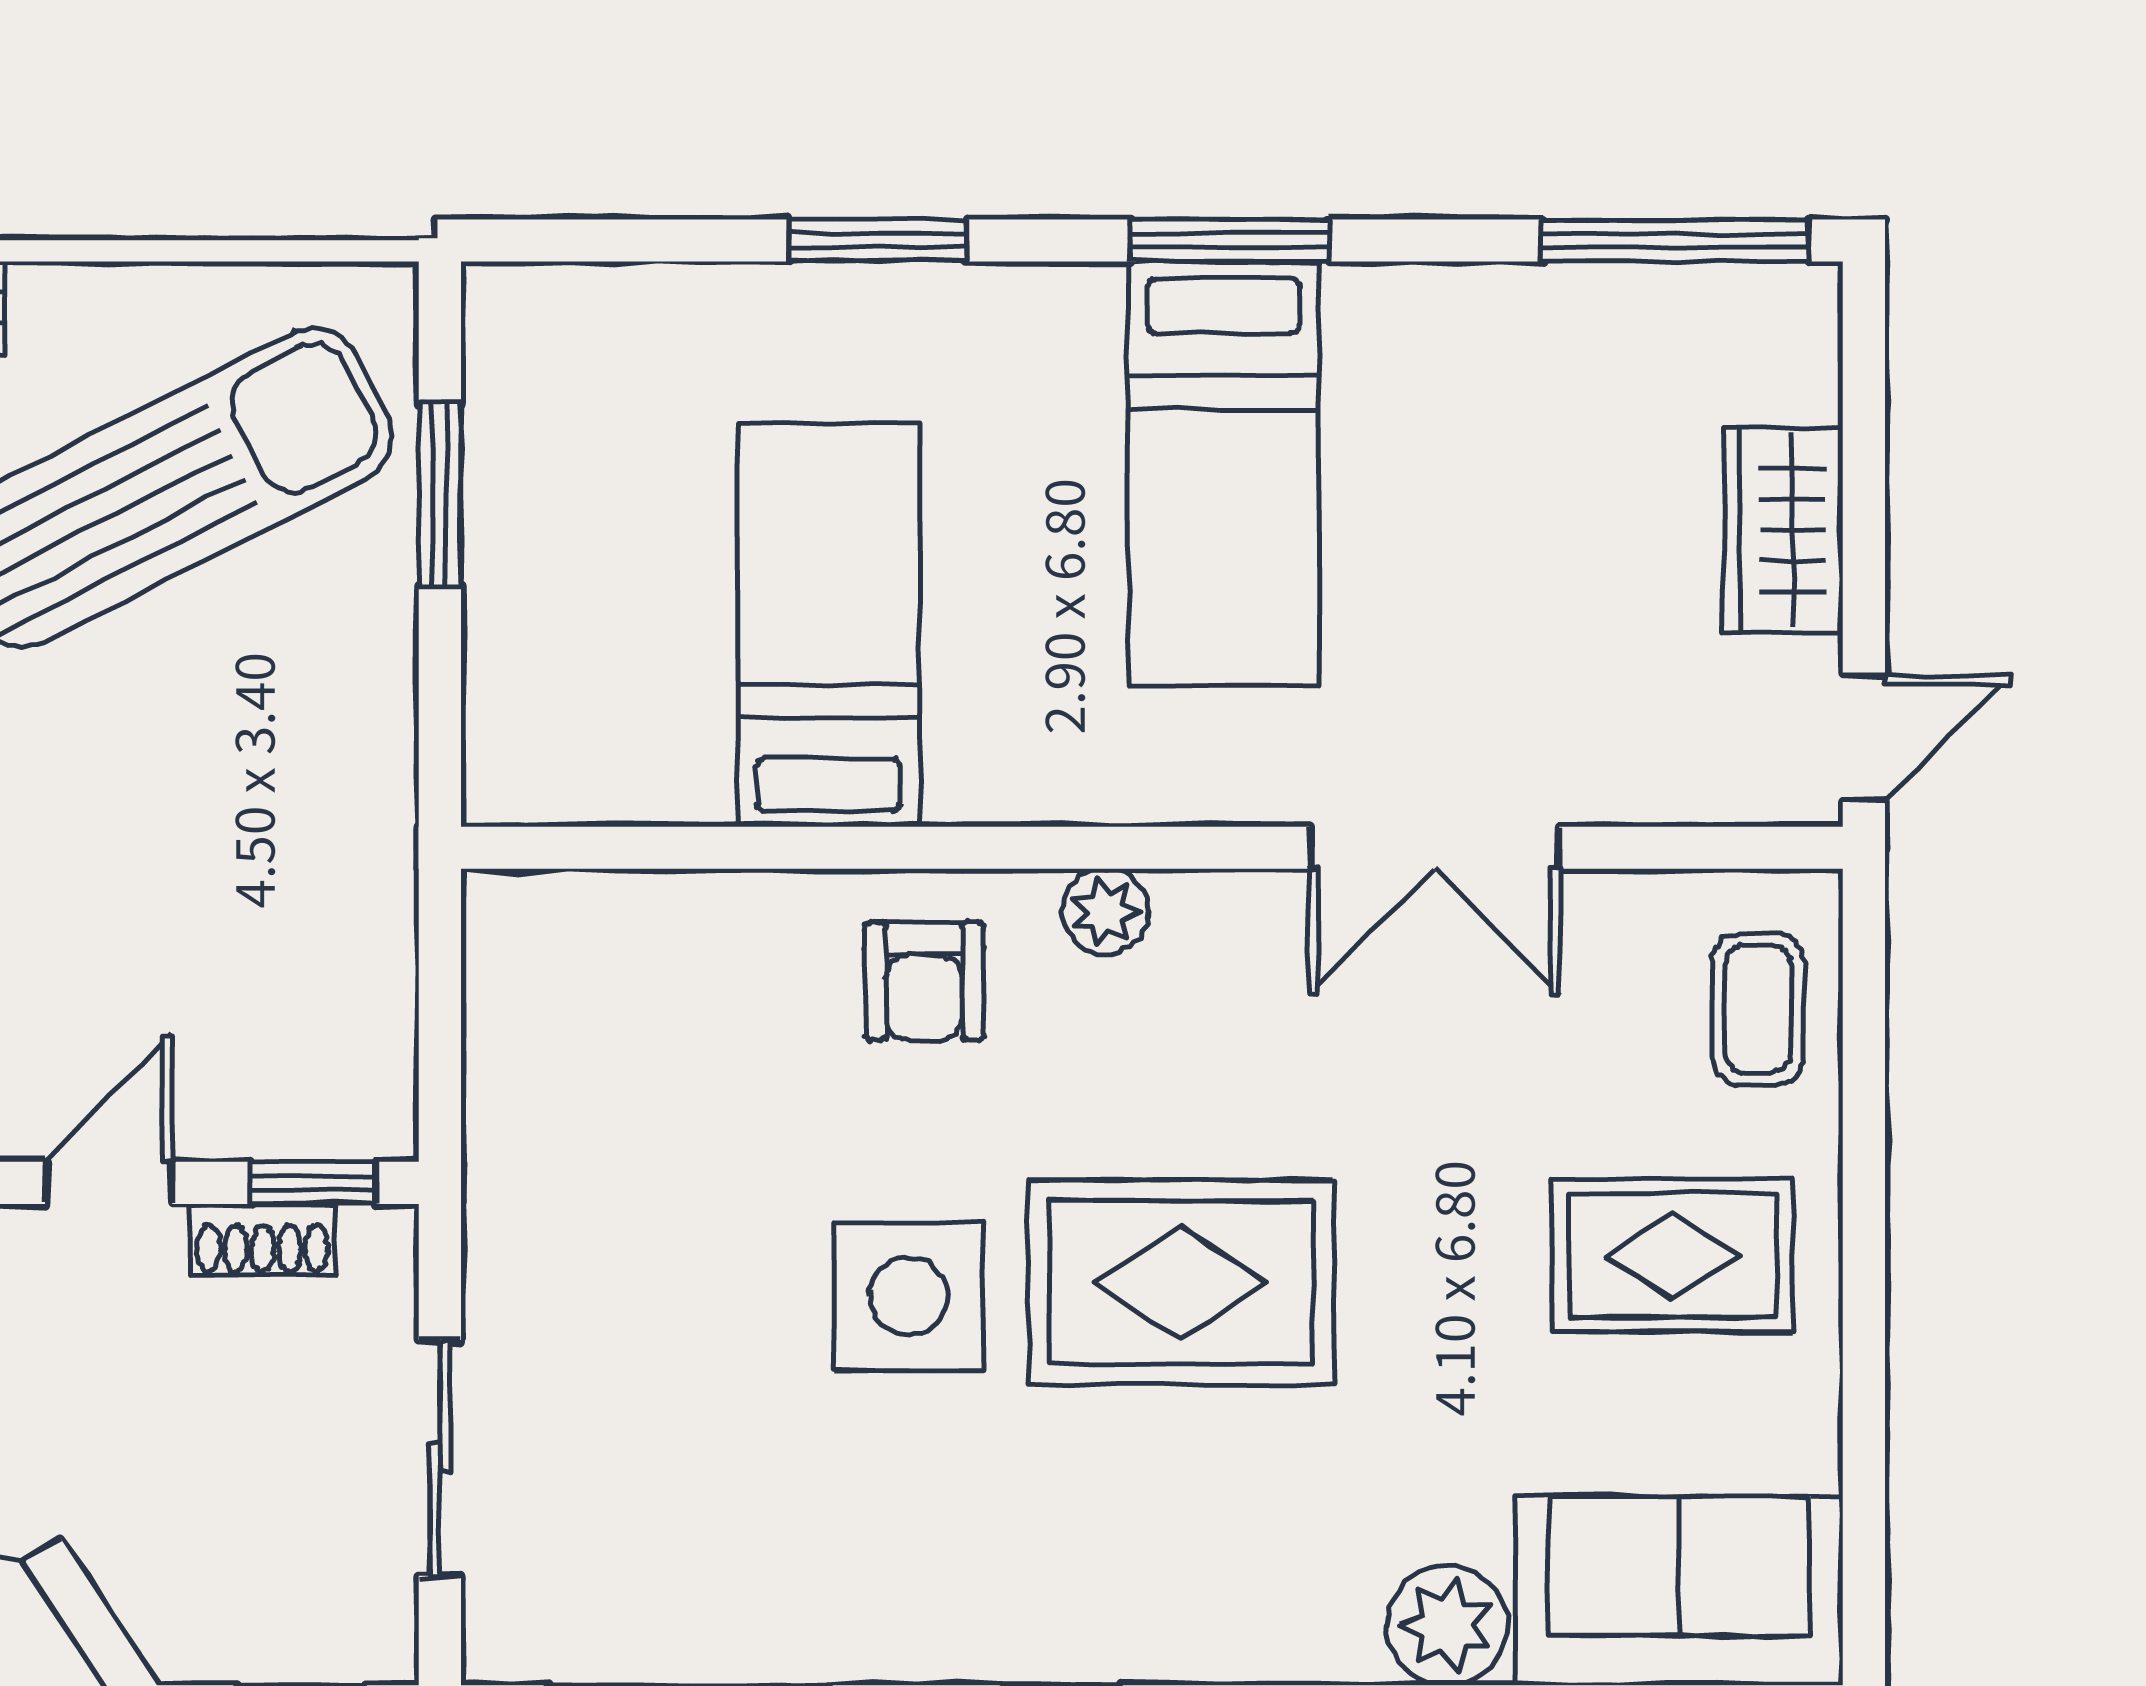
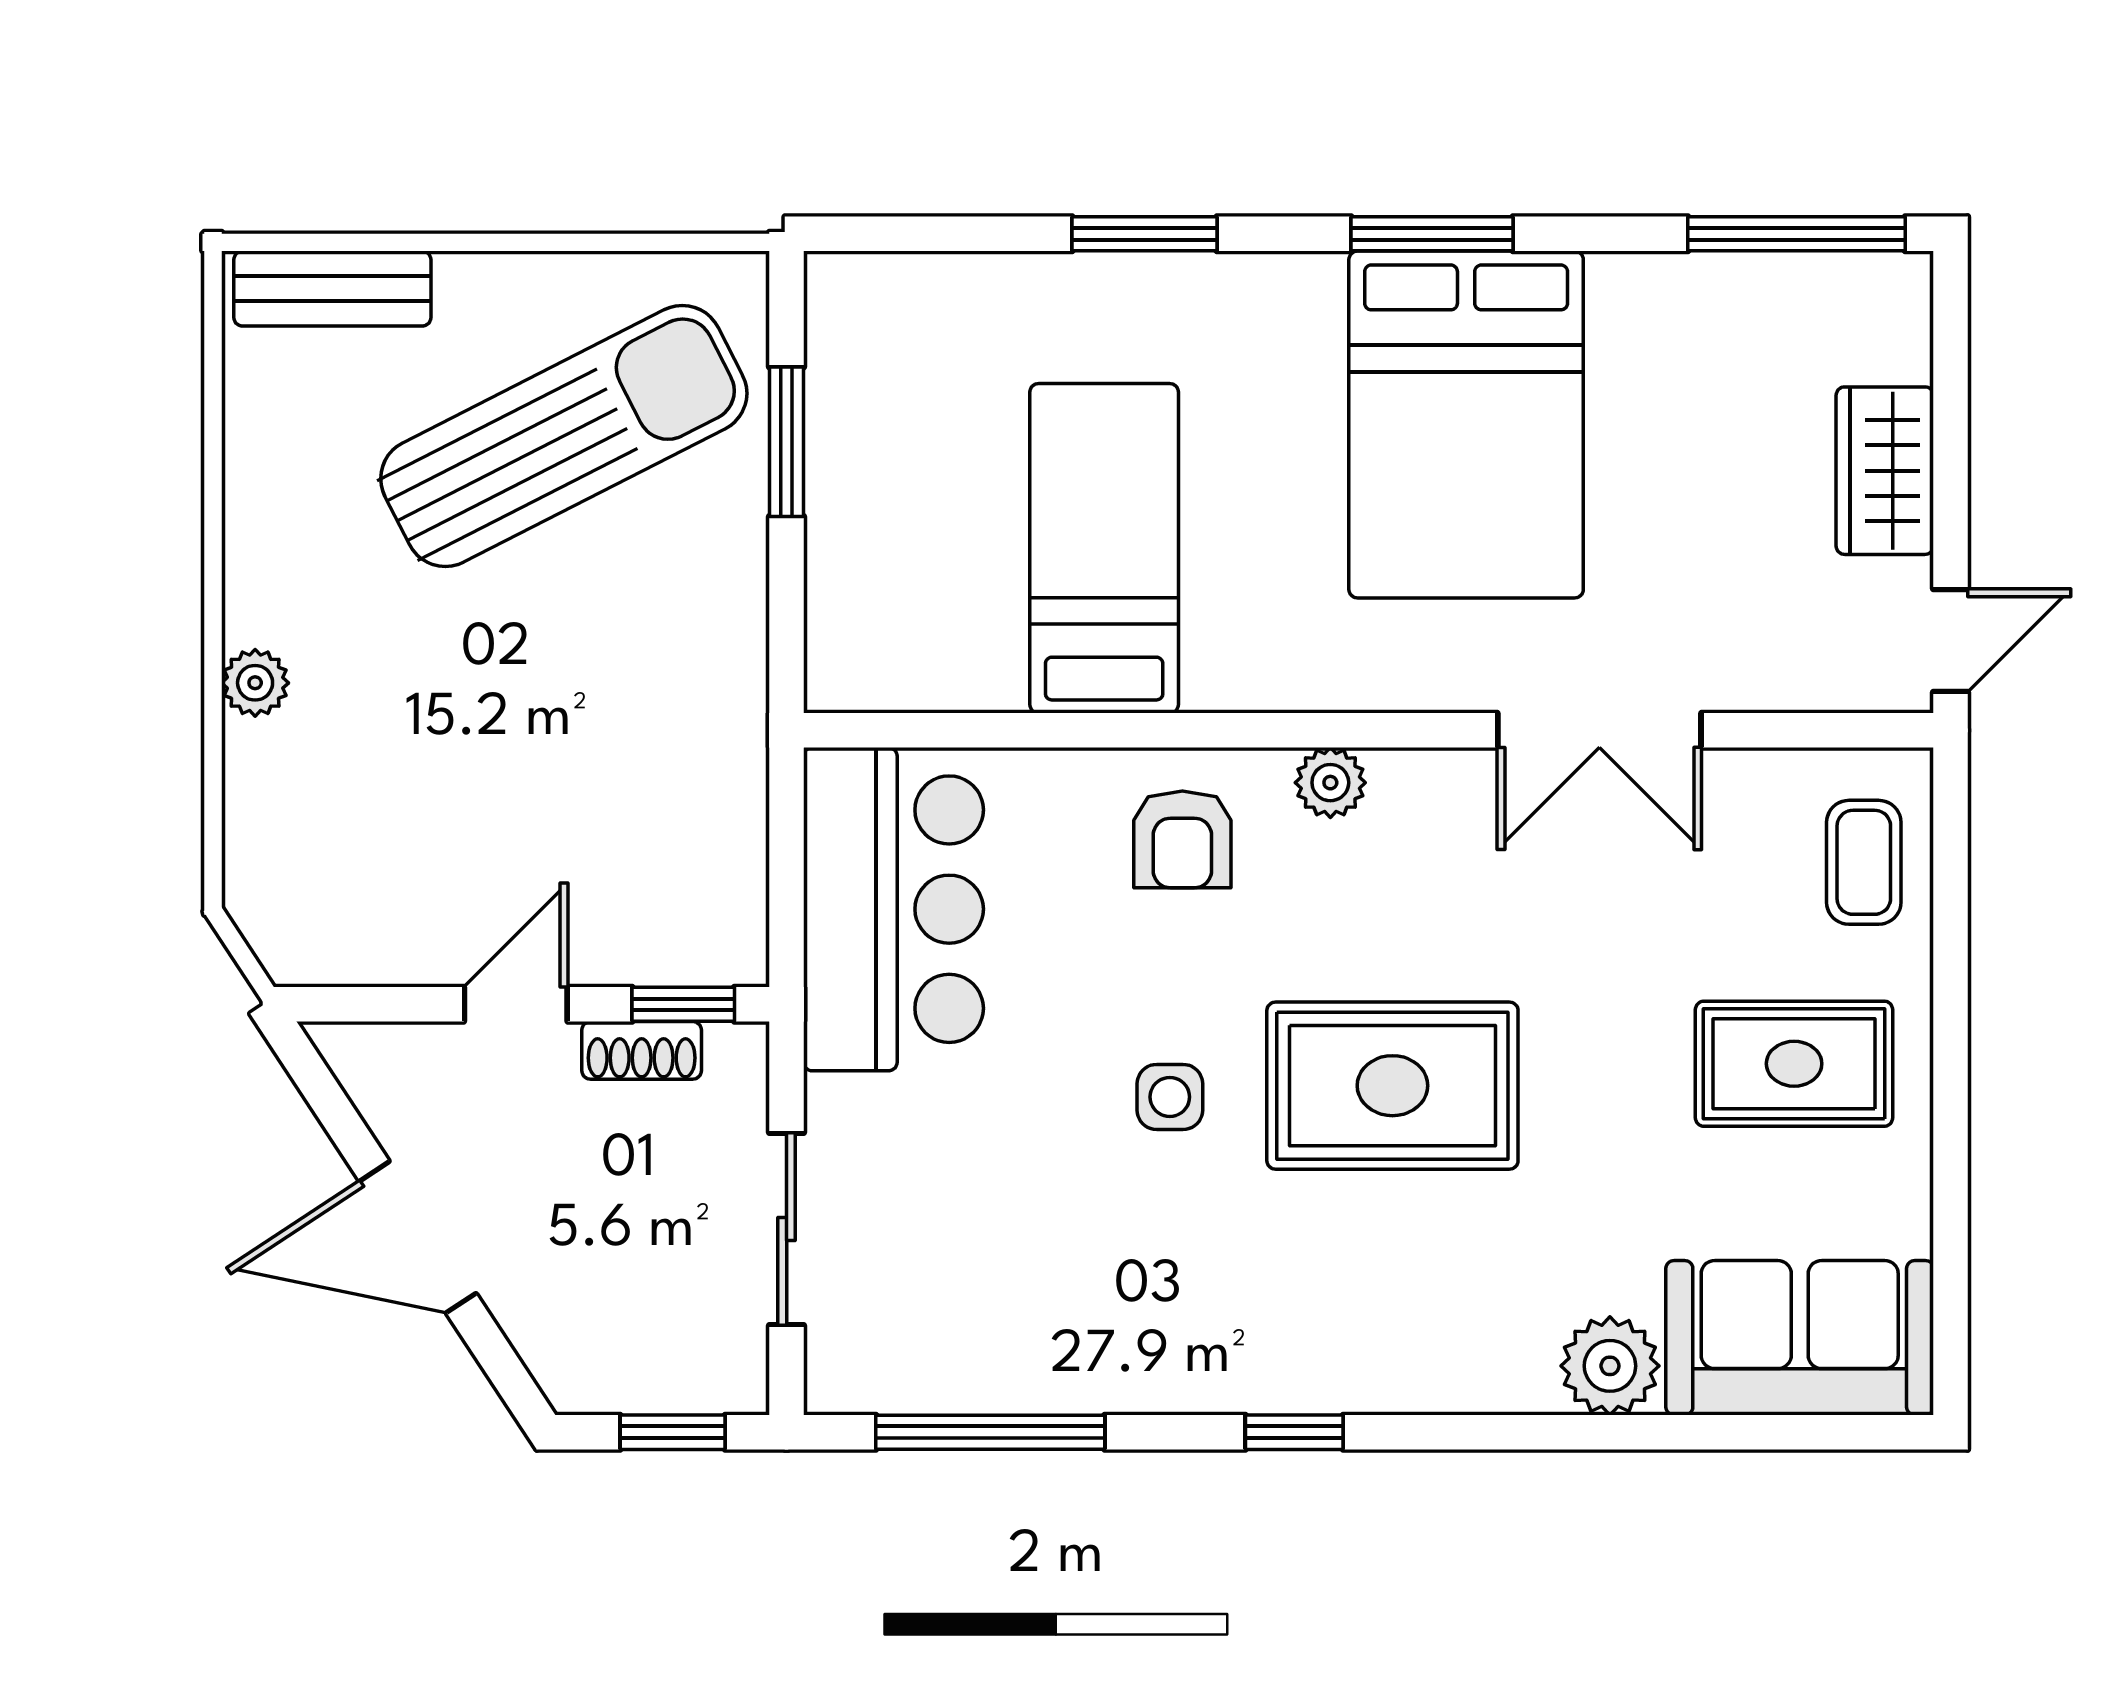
bed: (1223, 474) -> (1466, 425), width x1.50
bar counter: (571, 1067) -> (893, 909), added
side table: (909, 1296) -> (1170, 1097), width x0.54, depth x0.54

